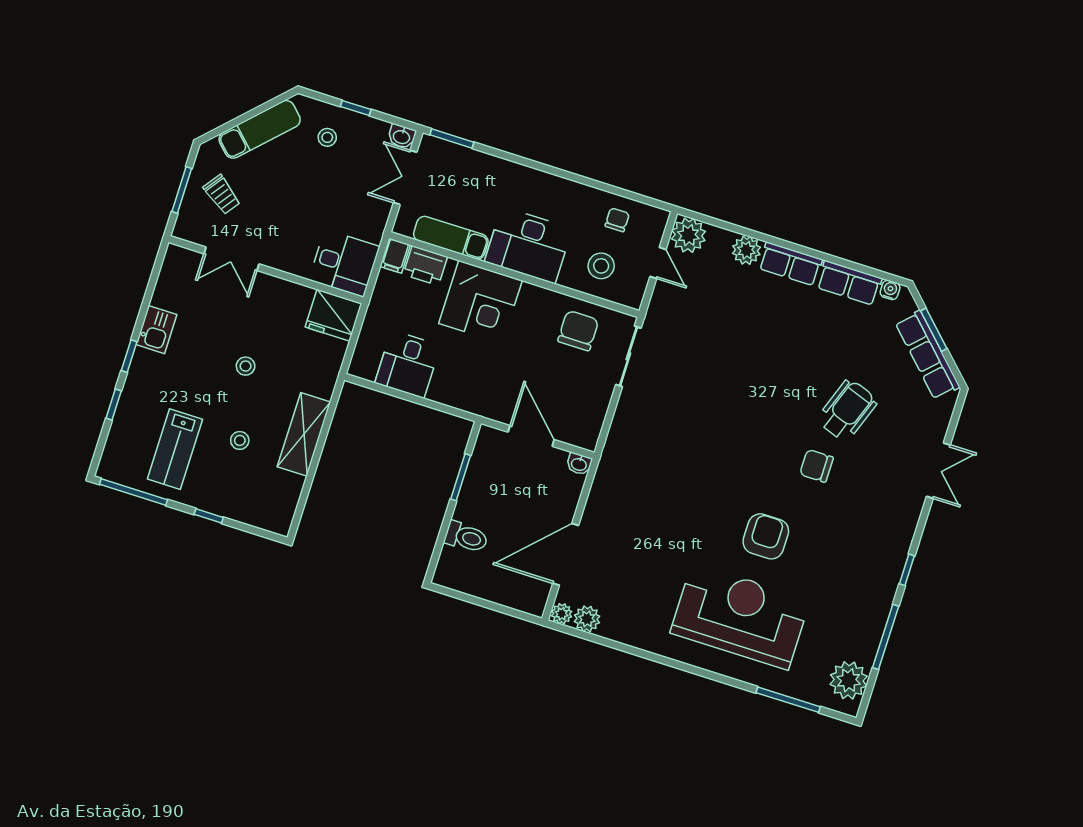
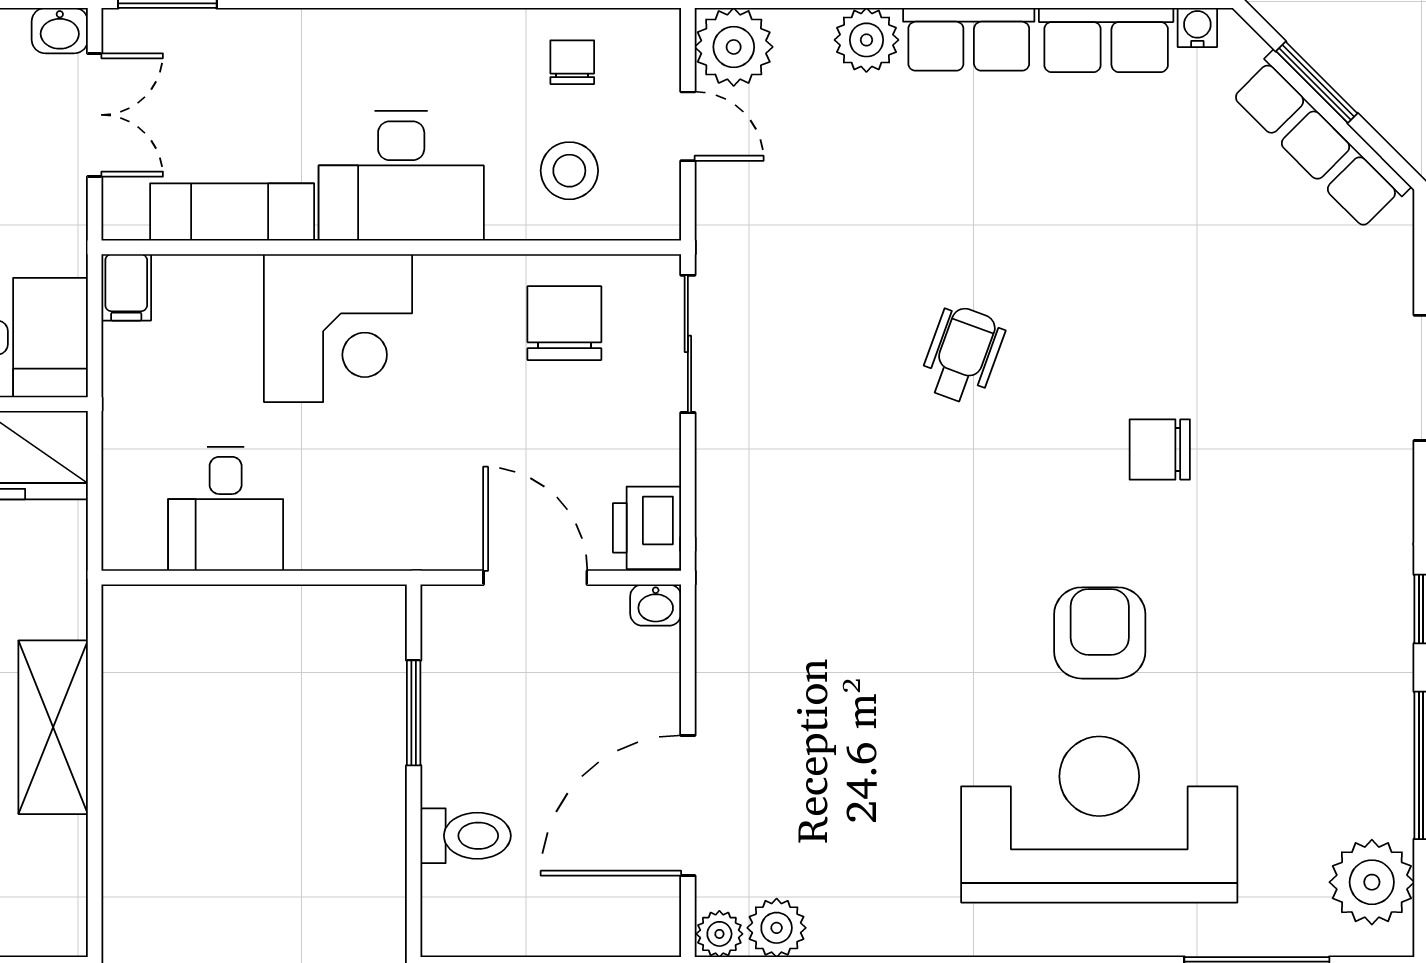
double door: (405, 177) -> (95, 115), swing flipped
printer: (425, 266) -> (647, 528), moved, turned 90
wheelchair: (847, 410) -> (962, 355), moved, width x0.73, depth x0.73

